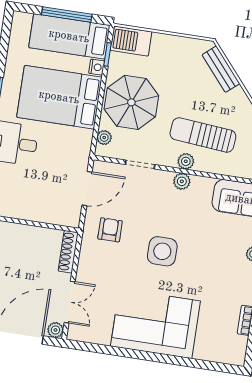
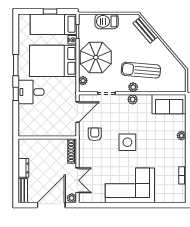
window: (67, 14) -> (50, 12), width x0.46
barbecue: (131, 41) -> (107, 21), moved

